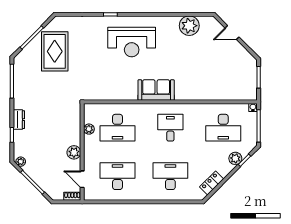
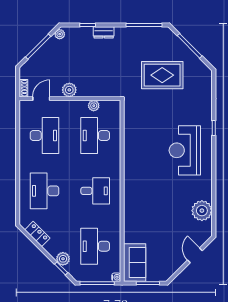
rug: (55, 51) -> (162, 75), moved
sofa: (156, 90) -> (135, 263), moved
desk: (170, 176) -> (45, 191), turned 180

